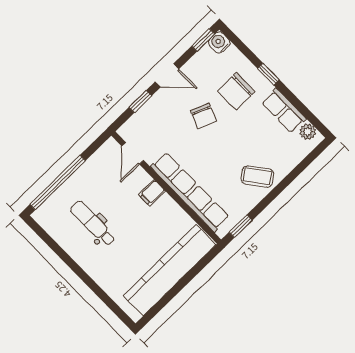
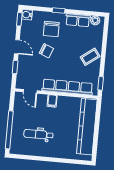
door: (167, 75) -> (17, 47), hinge flipped

